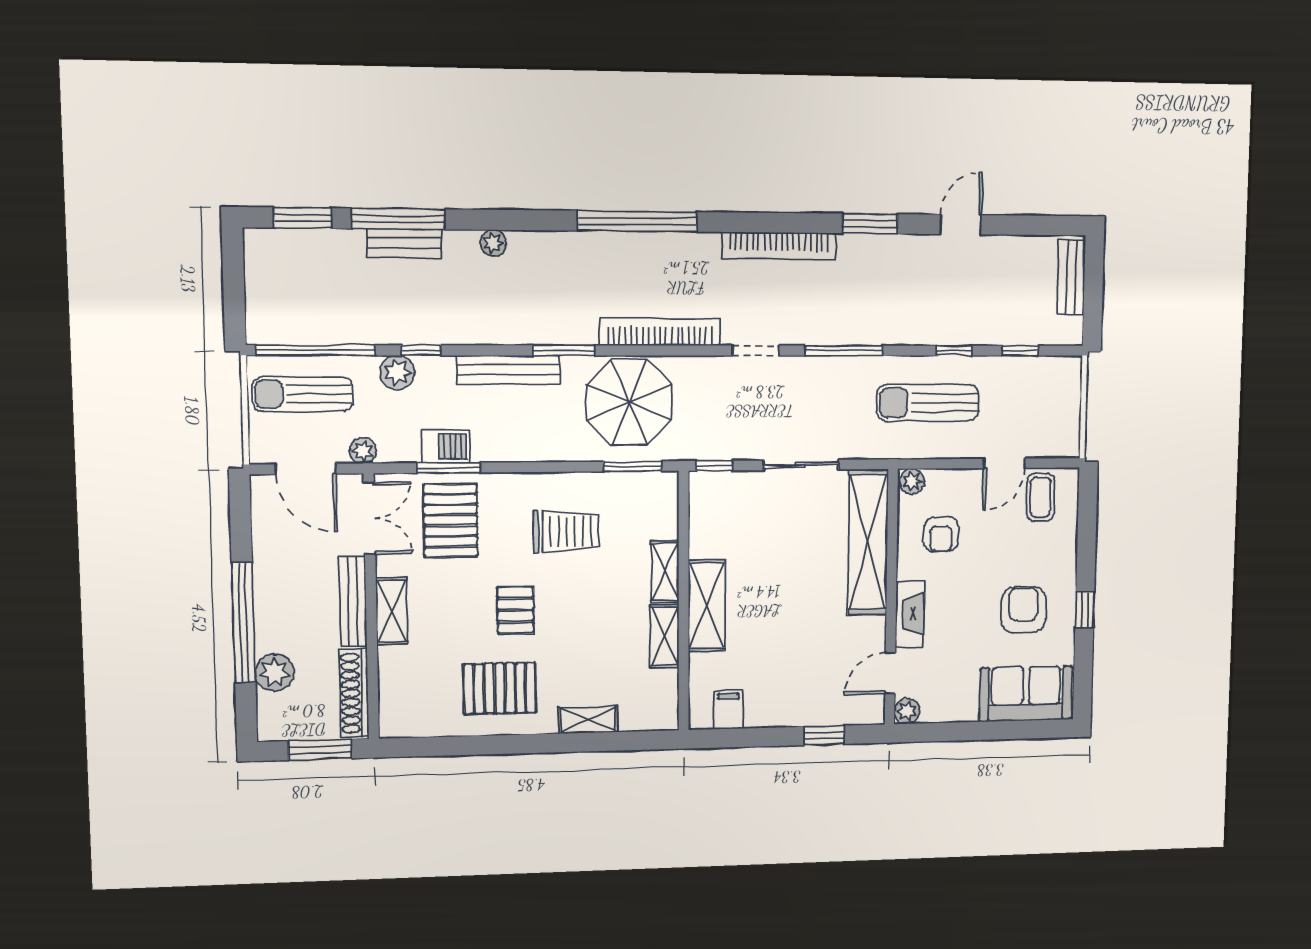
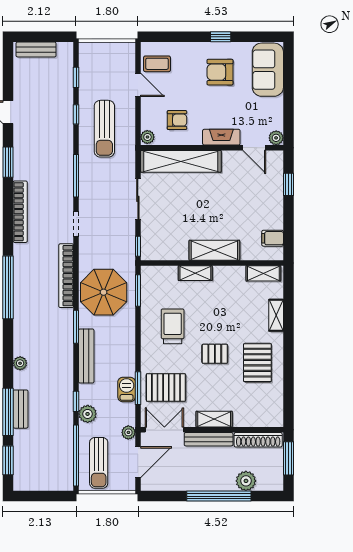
shelving: (665, 636) -> (263, 273), moved

